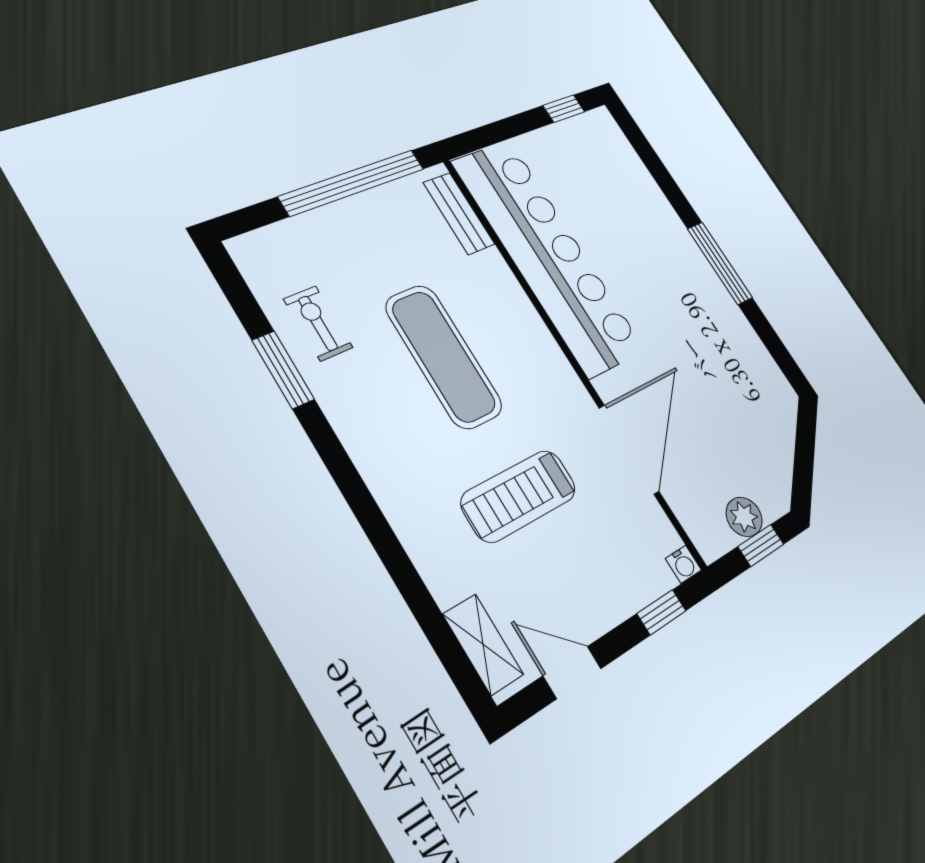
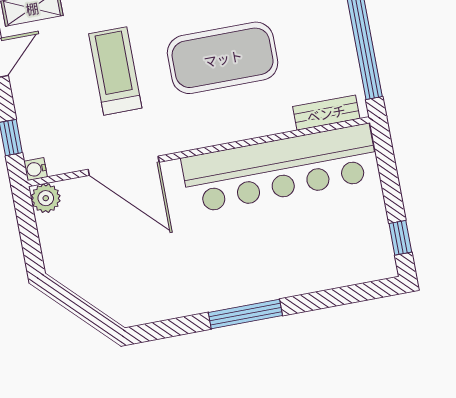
exercise mat: (444, 356) -> (223, 58), width x1.47
plant: (744, 517) -> (46, 198), moved
window: (761, 545) -> (29, 236), removed

